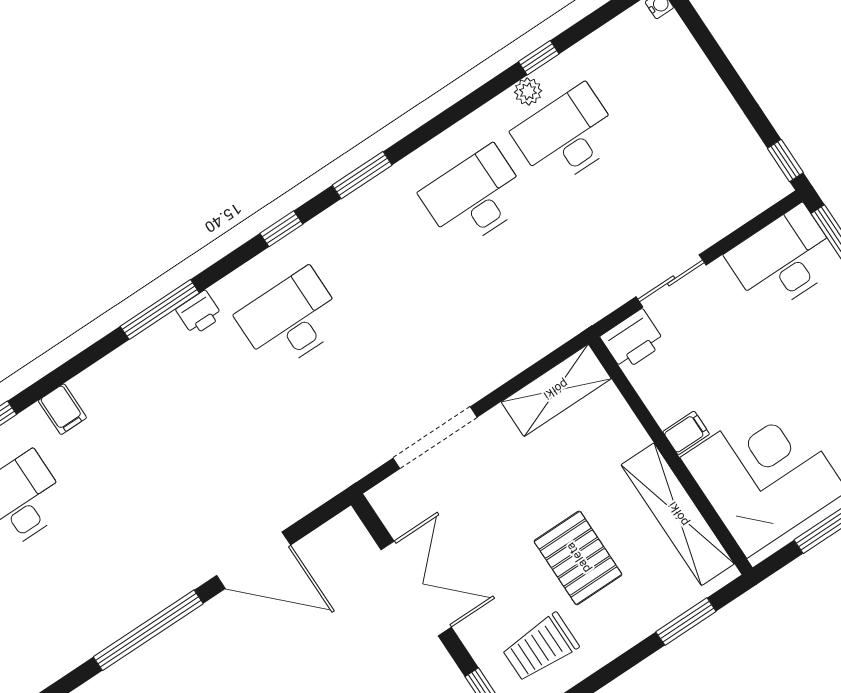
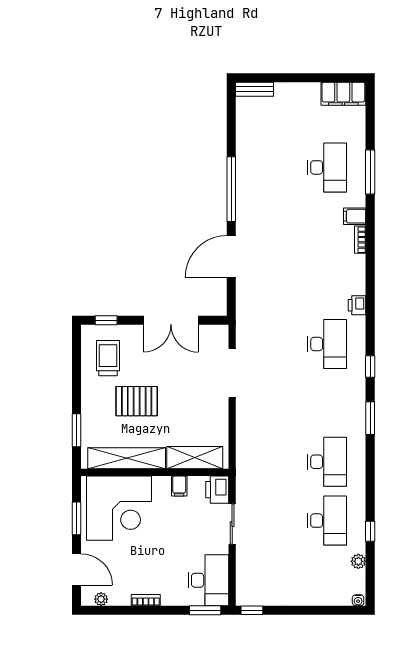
plant: (528, 91) -> (358, 561), moved
window: (160, 310) -> (370, 289), removed
bookcase: (93, 376) -> (360, 240), added
shelving: (556, 390) -> (195, 458), moved, turned 90
filing cabinet: (686, 433) -> (179, 486), moved

